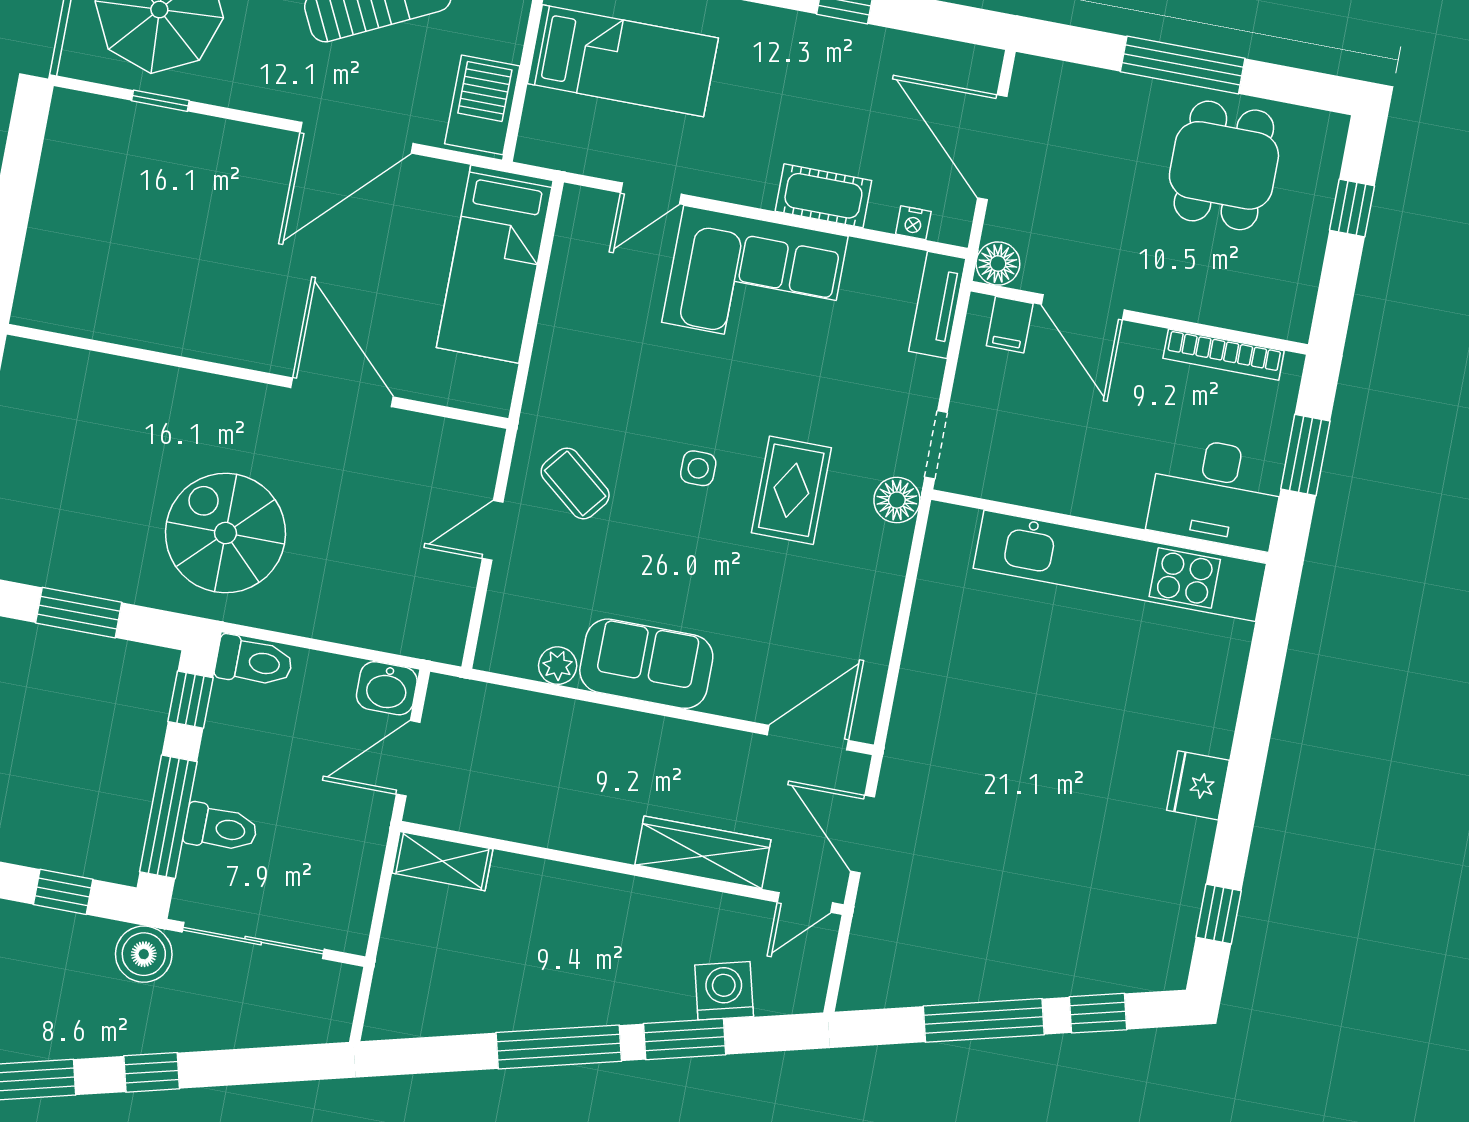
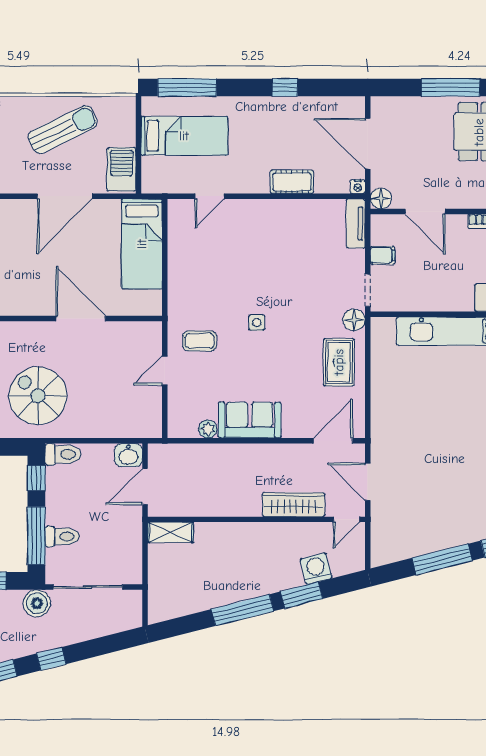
nightstand: (913, 223) -> (358, 187), moved
corner sofa: (755, 279) -> (267, 228), removed
filing cabinet: (1010, 325) -> (383, 255), moved, turned -90
coffee table: (575, 483) -> (200, 341), turned -39
rug: (791, 490) -> (339, 362), moved

